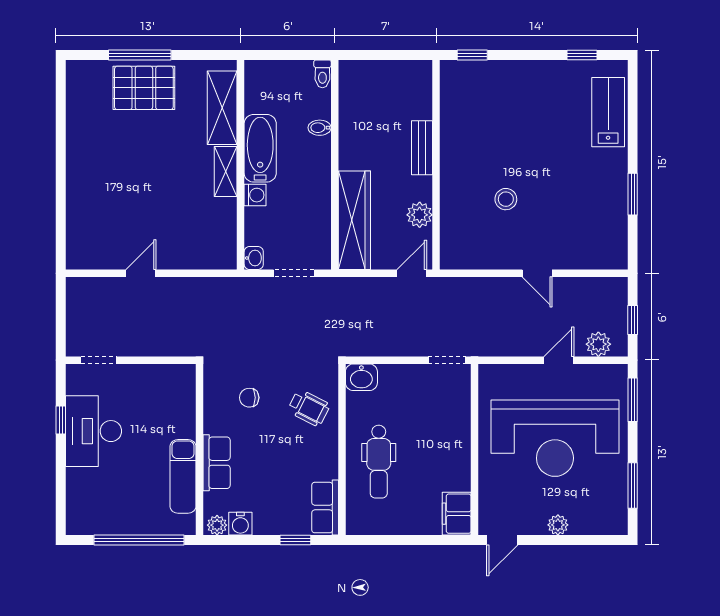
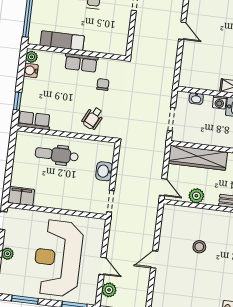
washbasin: (254, 258) -> (196, 99), moved
washbasin: (361, 377) -> (104, 171), moved
row of seats: (217, 463) -> (81, 63), moved

